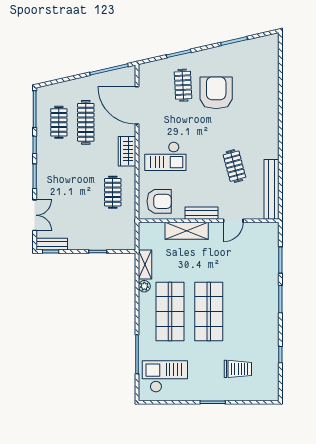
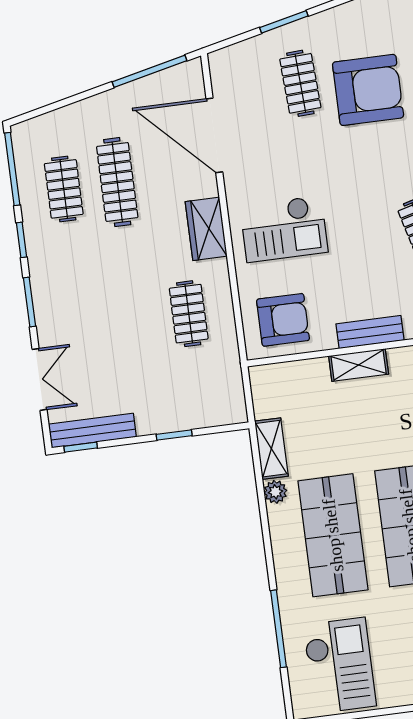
armchair: (216, 93) -> (368, 90), turned 90
shelving: (187, 231) -> (359, 365), width x0.67, depth x0.75
bench: (52, 244) -> (92, 431), width x1.36
checkout: (165, 376) -> (340, 665), turned 90

